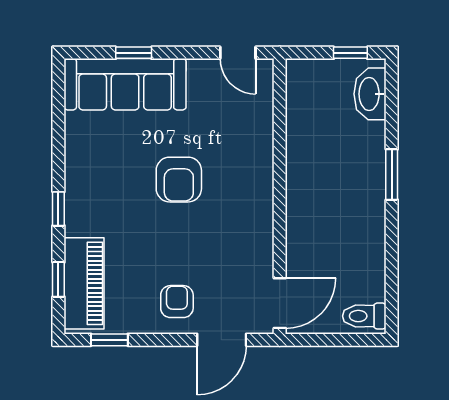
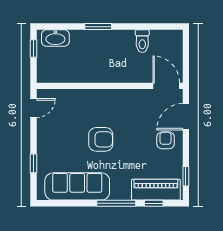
sofa: (125, 84) -> (77, 186), moved, turned -90
window: (58, 209) -> (116, 203), width x2.17
armchair: (177, 302) -> (166, 140), turned 90
toilet: (364, 316) -> (142, 41), moved
door: (222, 340) -> (186, 117), swing flipped

